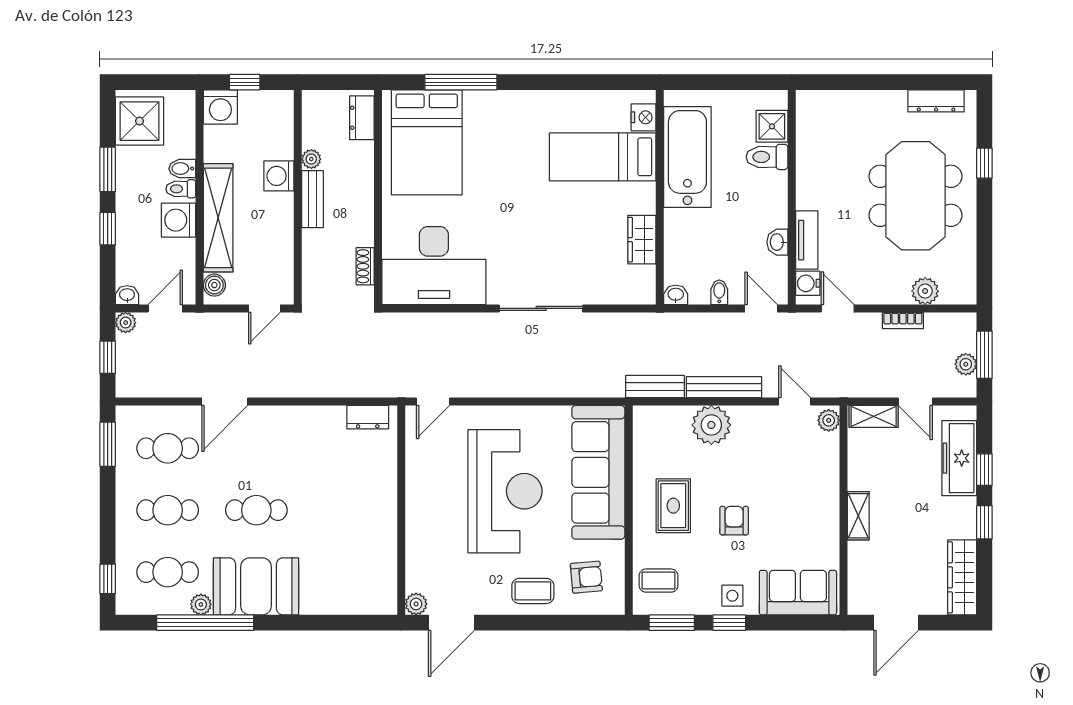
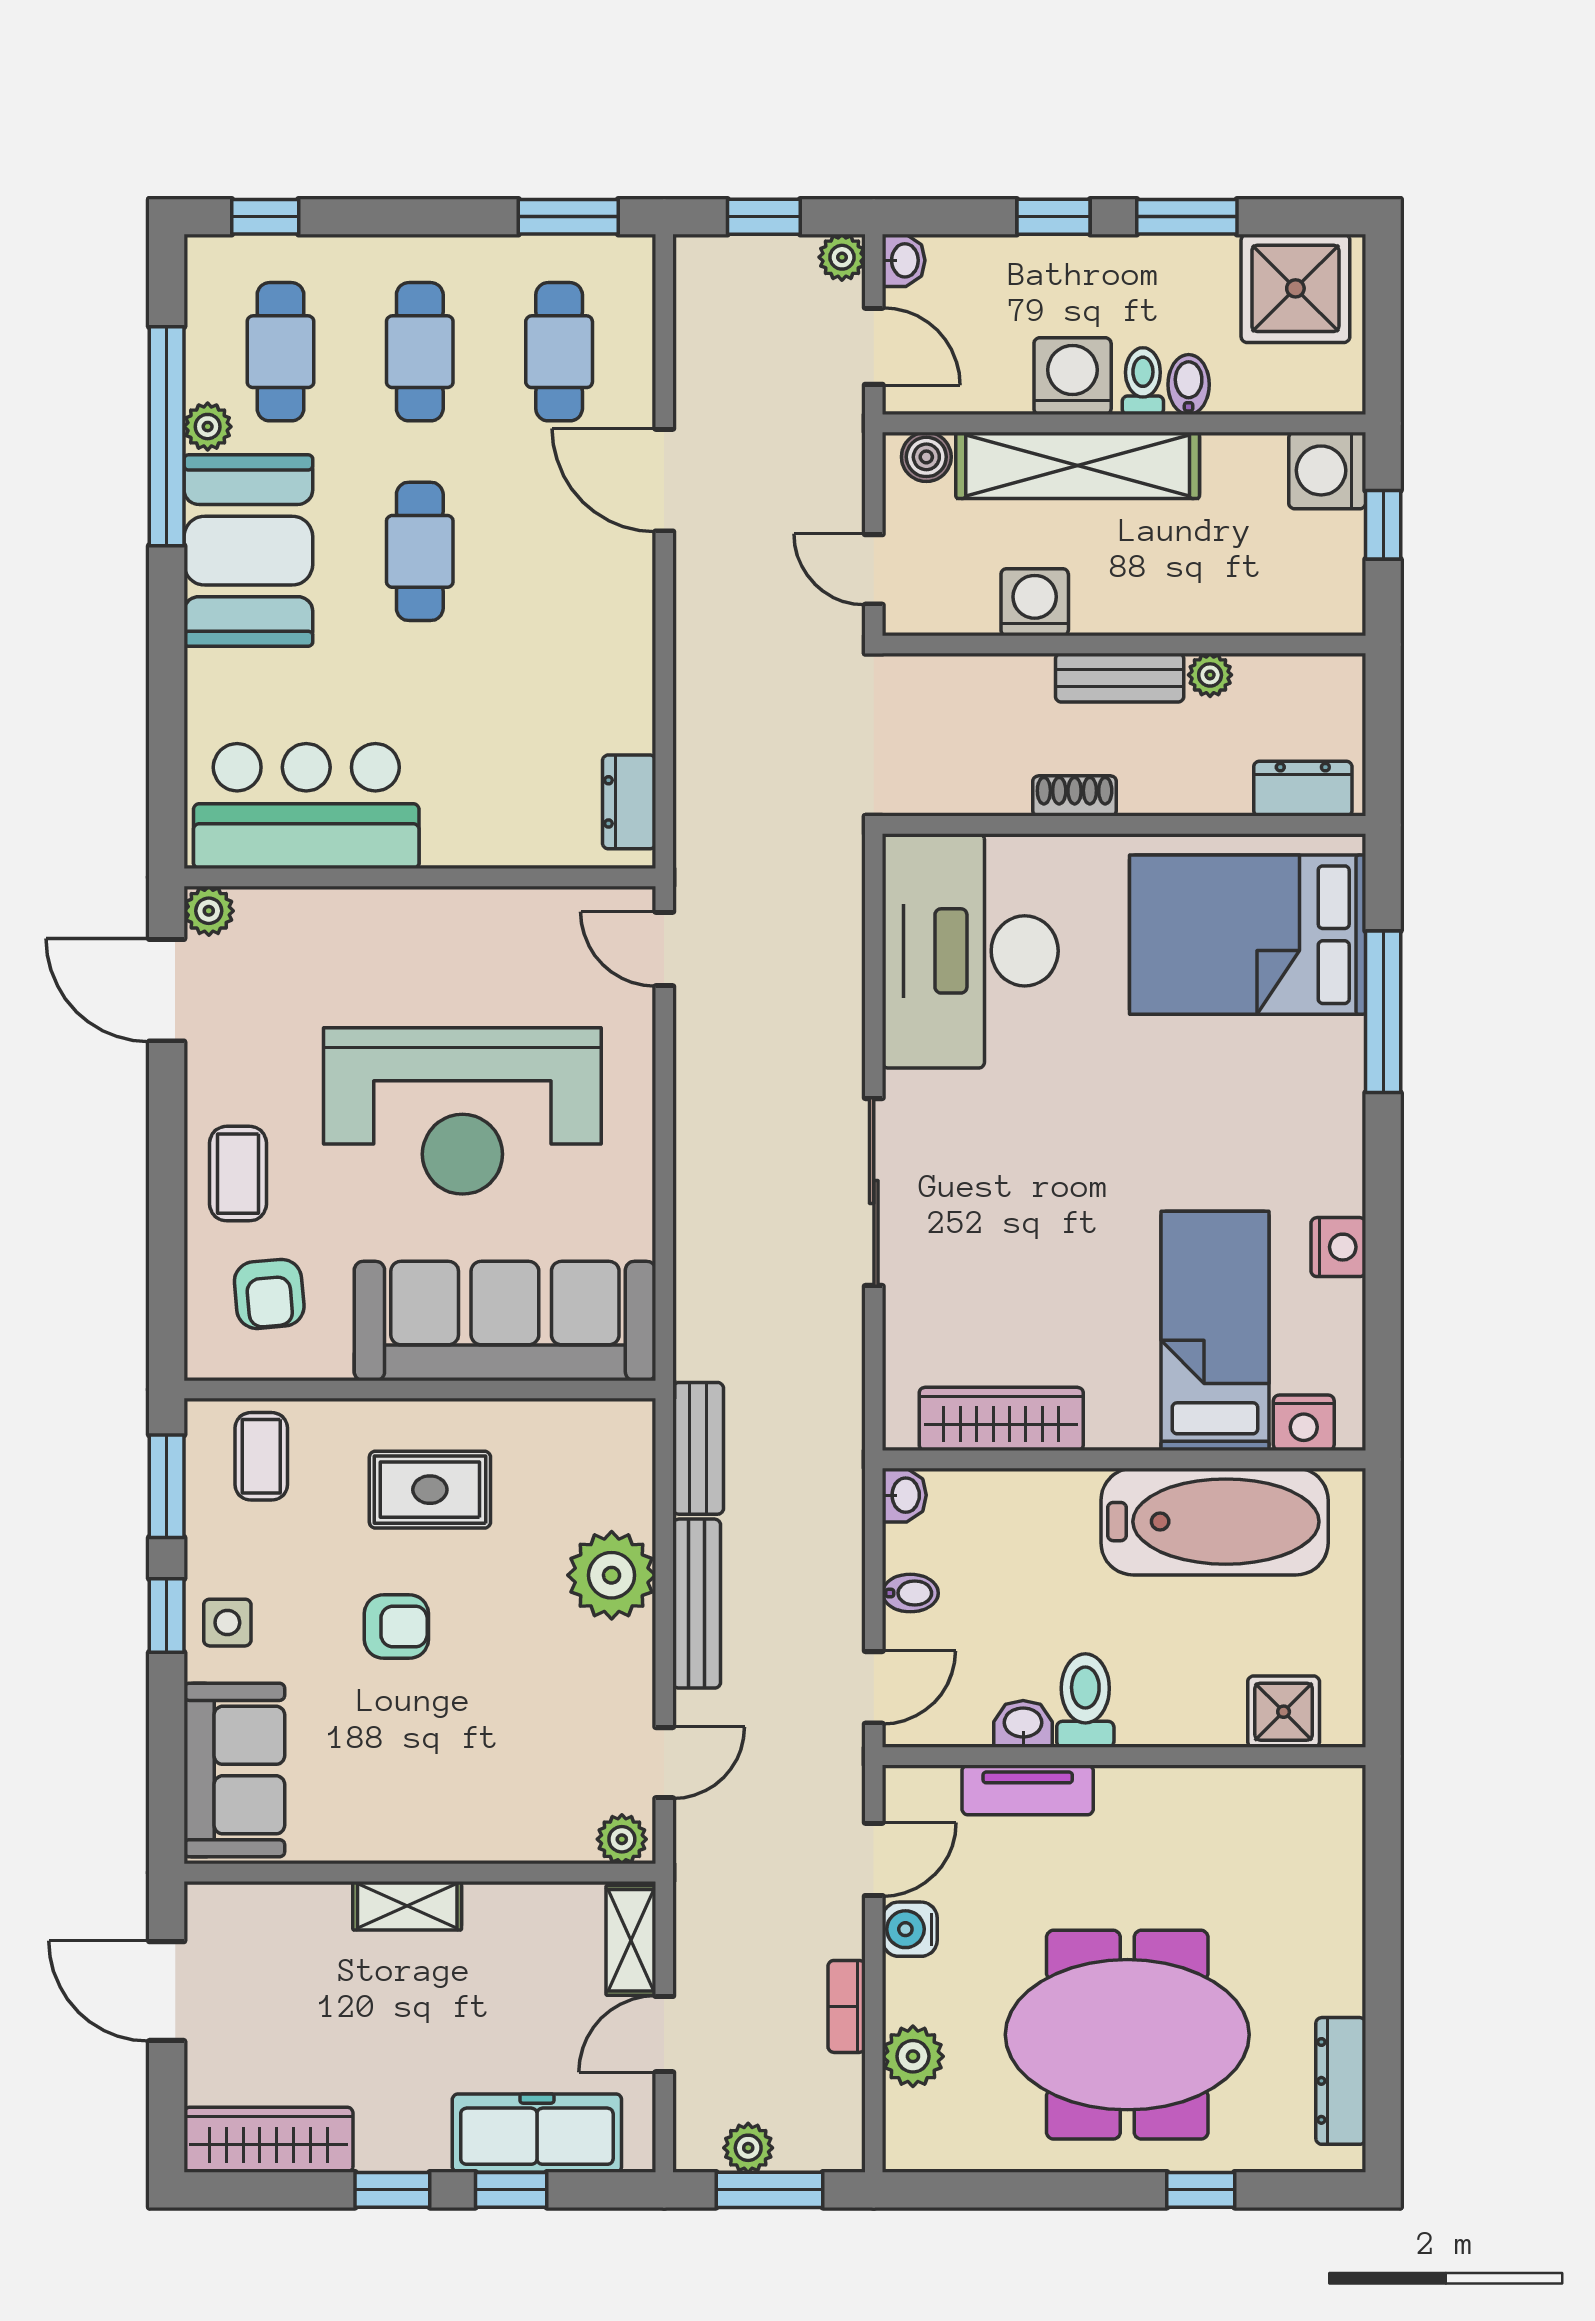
nightstand: (566, 102) -> (1338, 1247), added
toilet: (767, 157) -> (1085, 1701), moved
washing machine: (279, 176) -> (1035, 602), moved
wardrobe: (642, 240) -> (1001, 1419), width x1.50
shoe rack: (365, 266) -> (1075, 796), moved
water cooler: (808, 283) -> (910, 1929), moved, turned -90
bar counter: (370, 561) -> (306, 806), added

